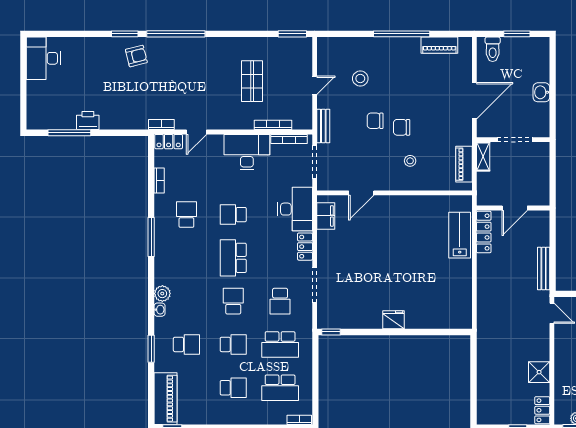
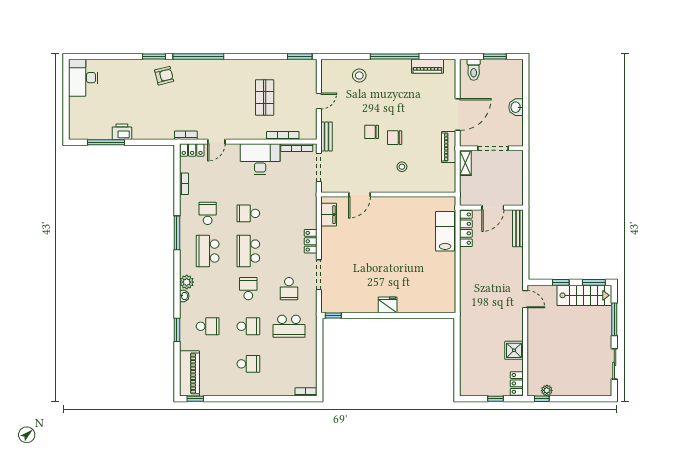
stool: (360, 79) -> (359, 75), moved
piano: (464, 164) -> (449, 147), moved
desk: (295, 209) -> (302, 209), removed
bench: (544, 268) -> (518, 228), moved
school desk: (280, 388) -> (208, 251), moved, turned 90

